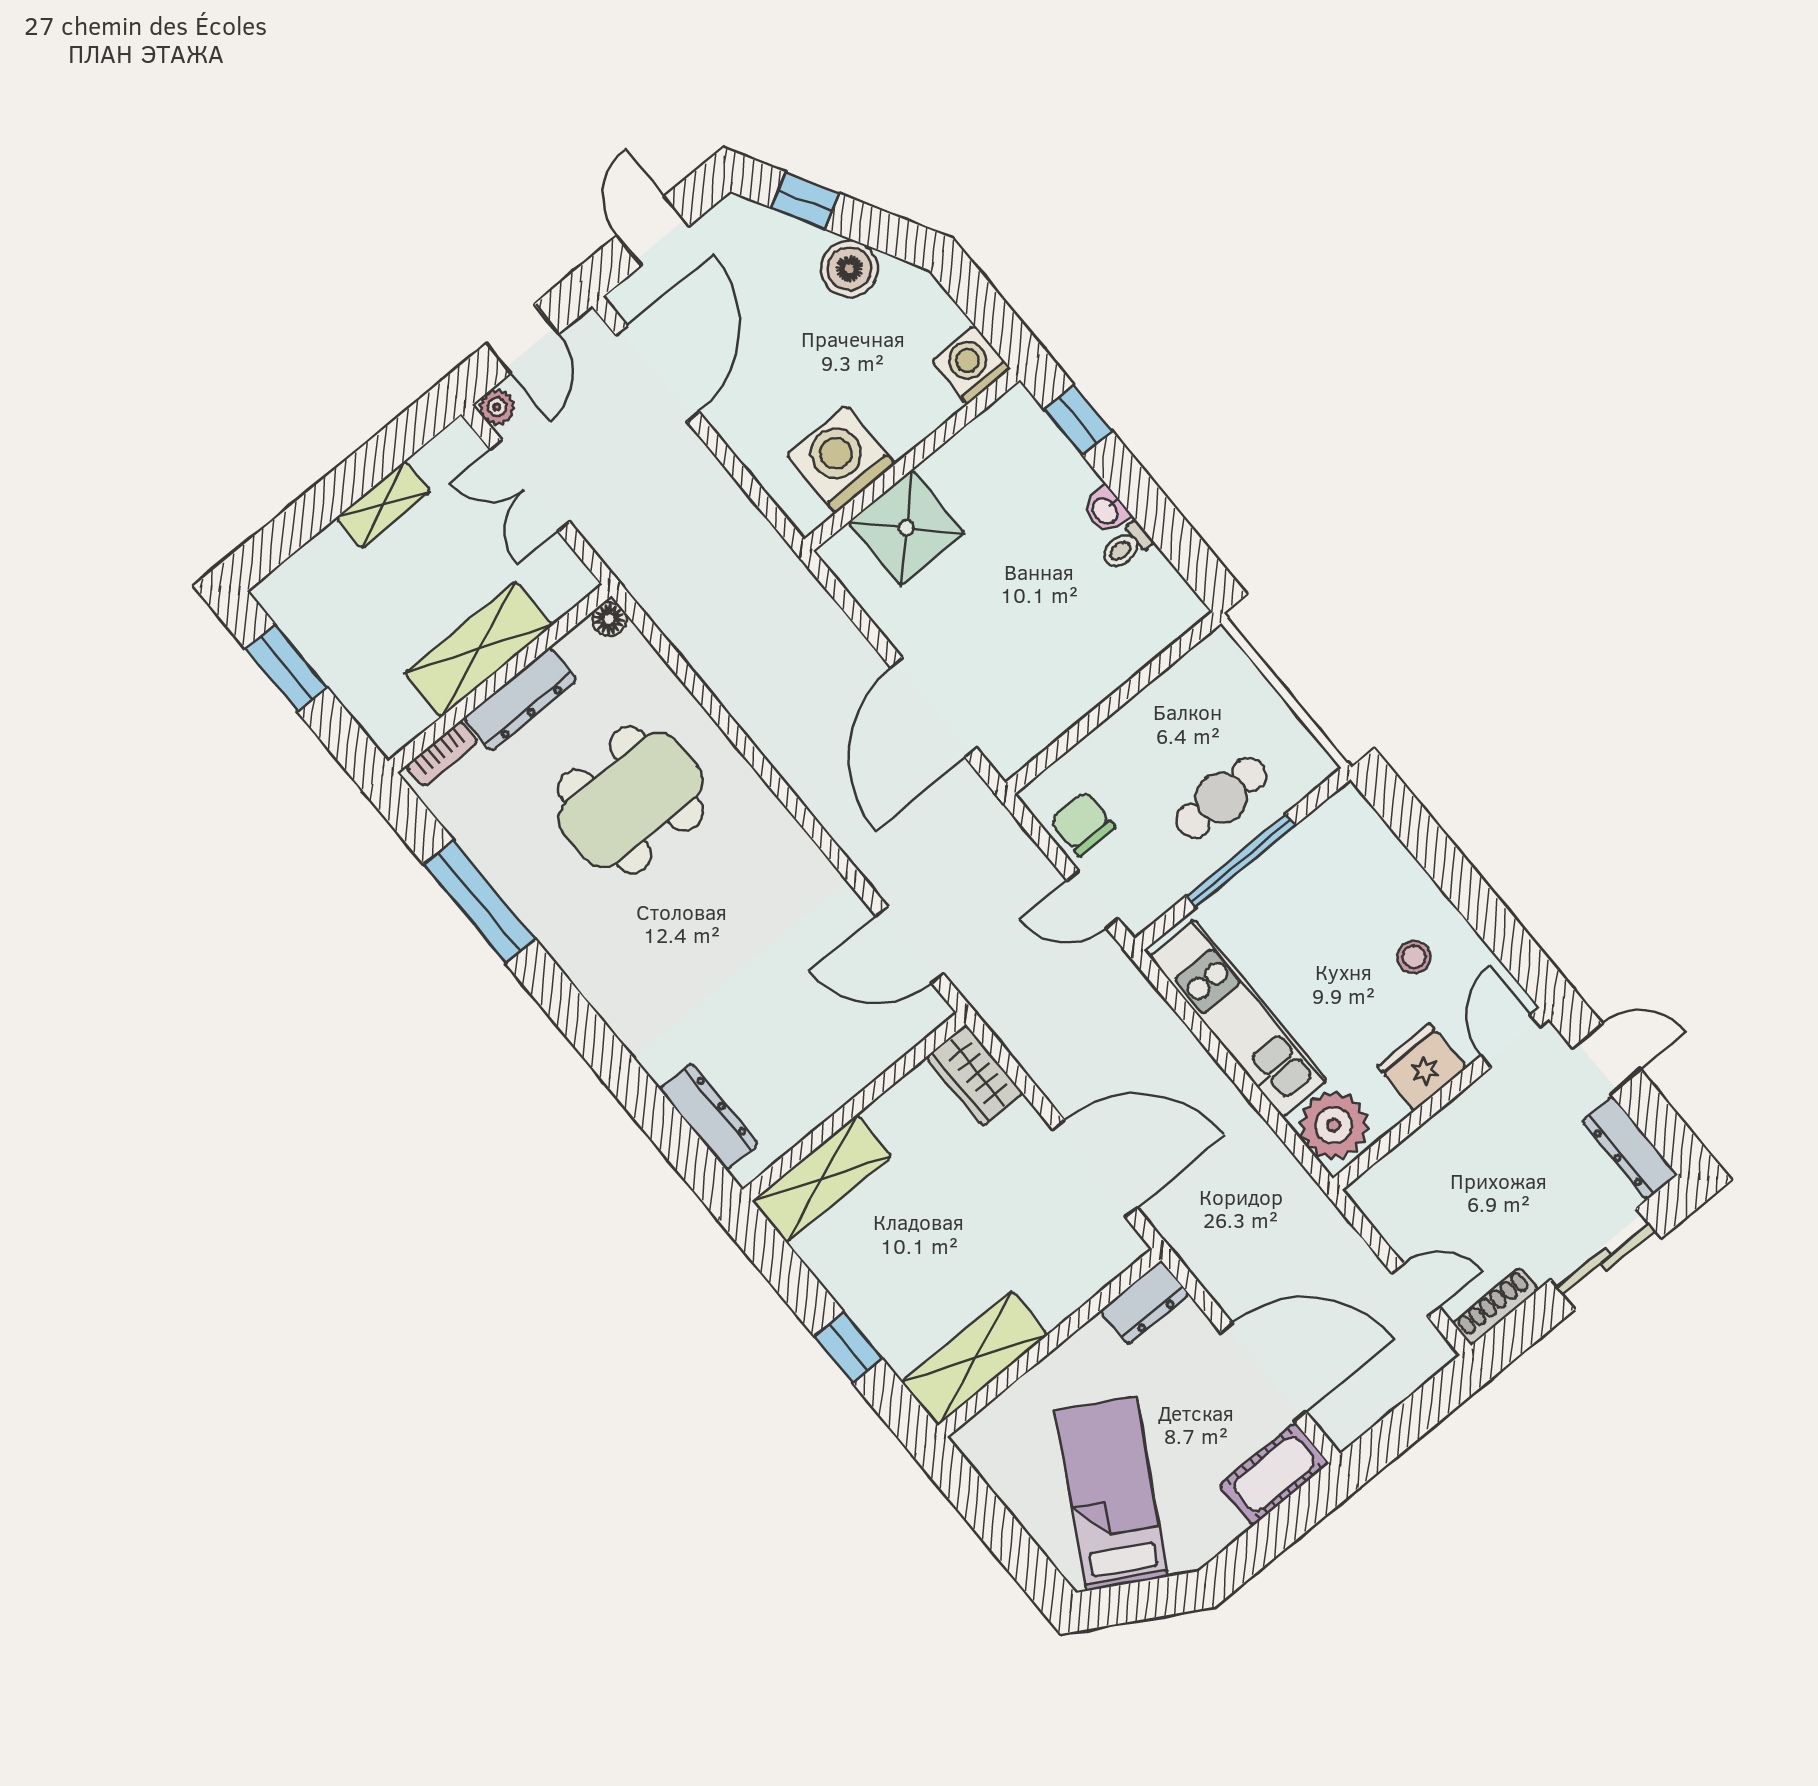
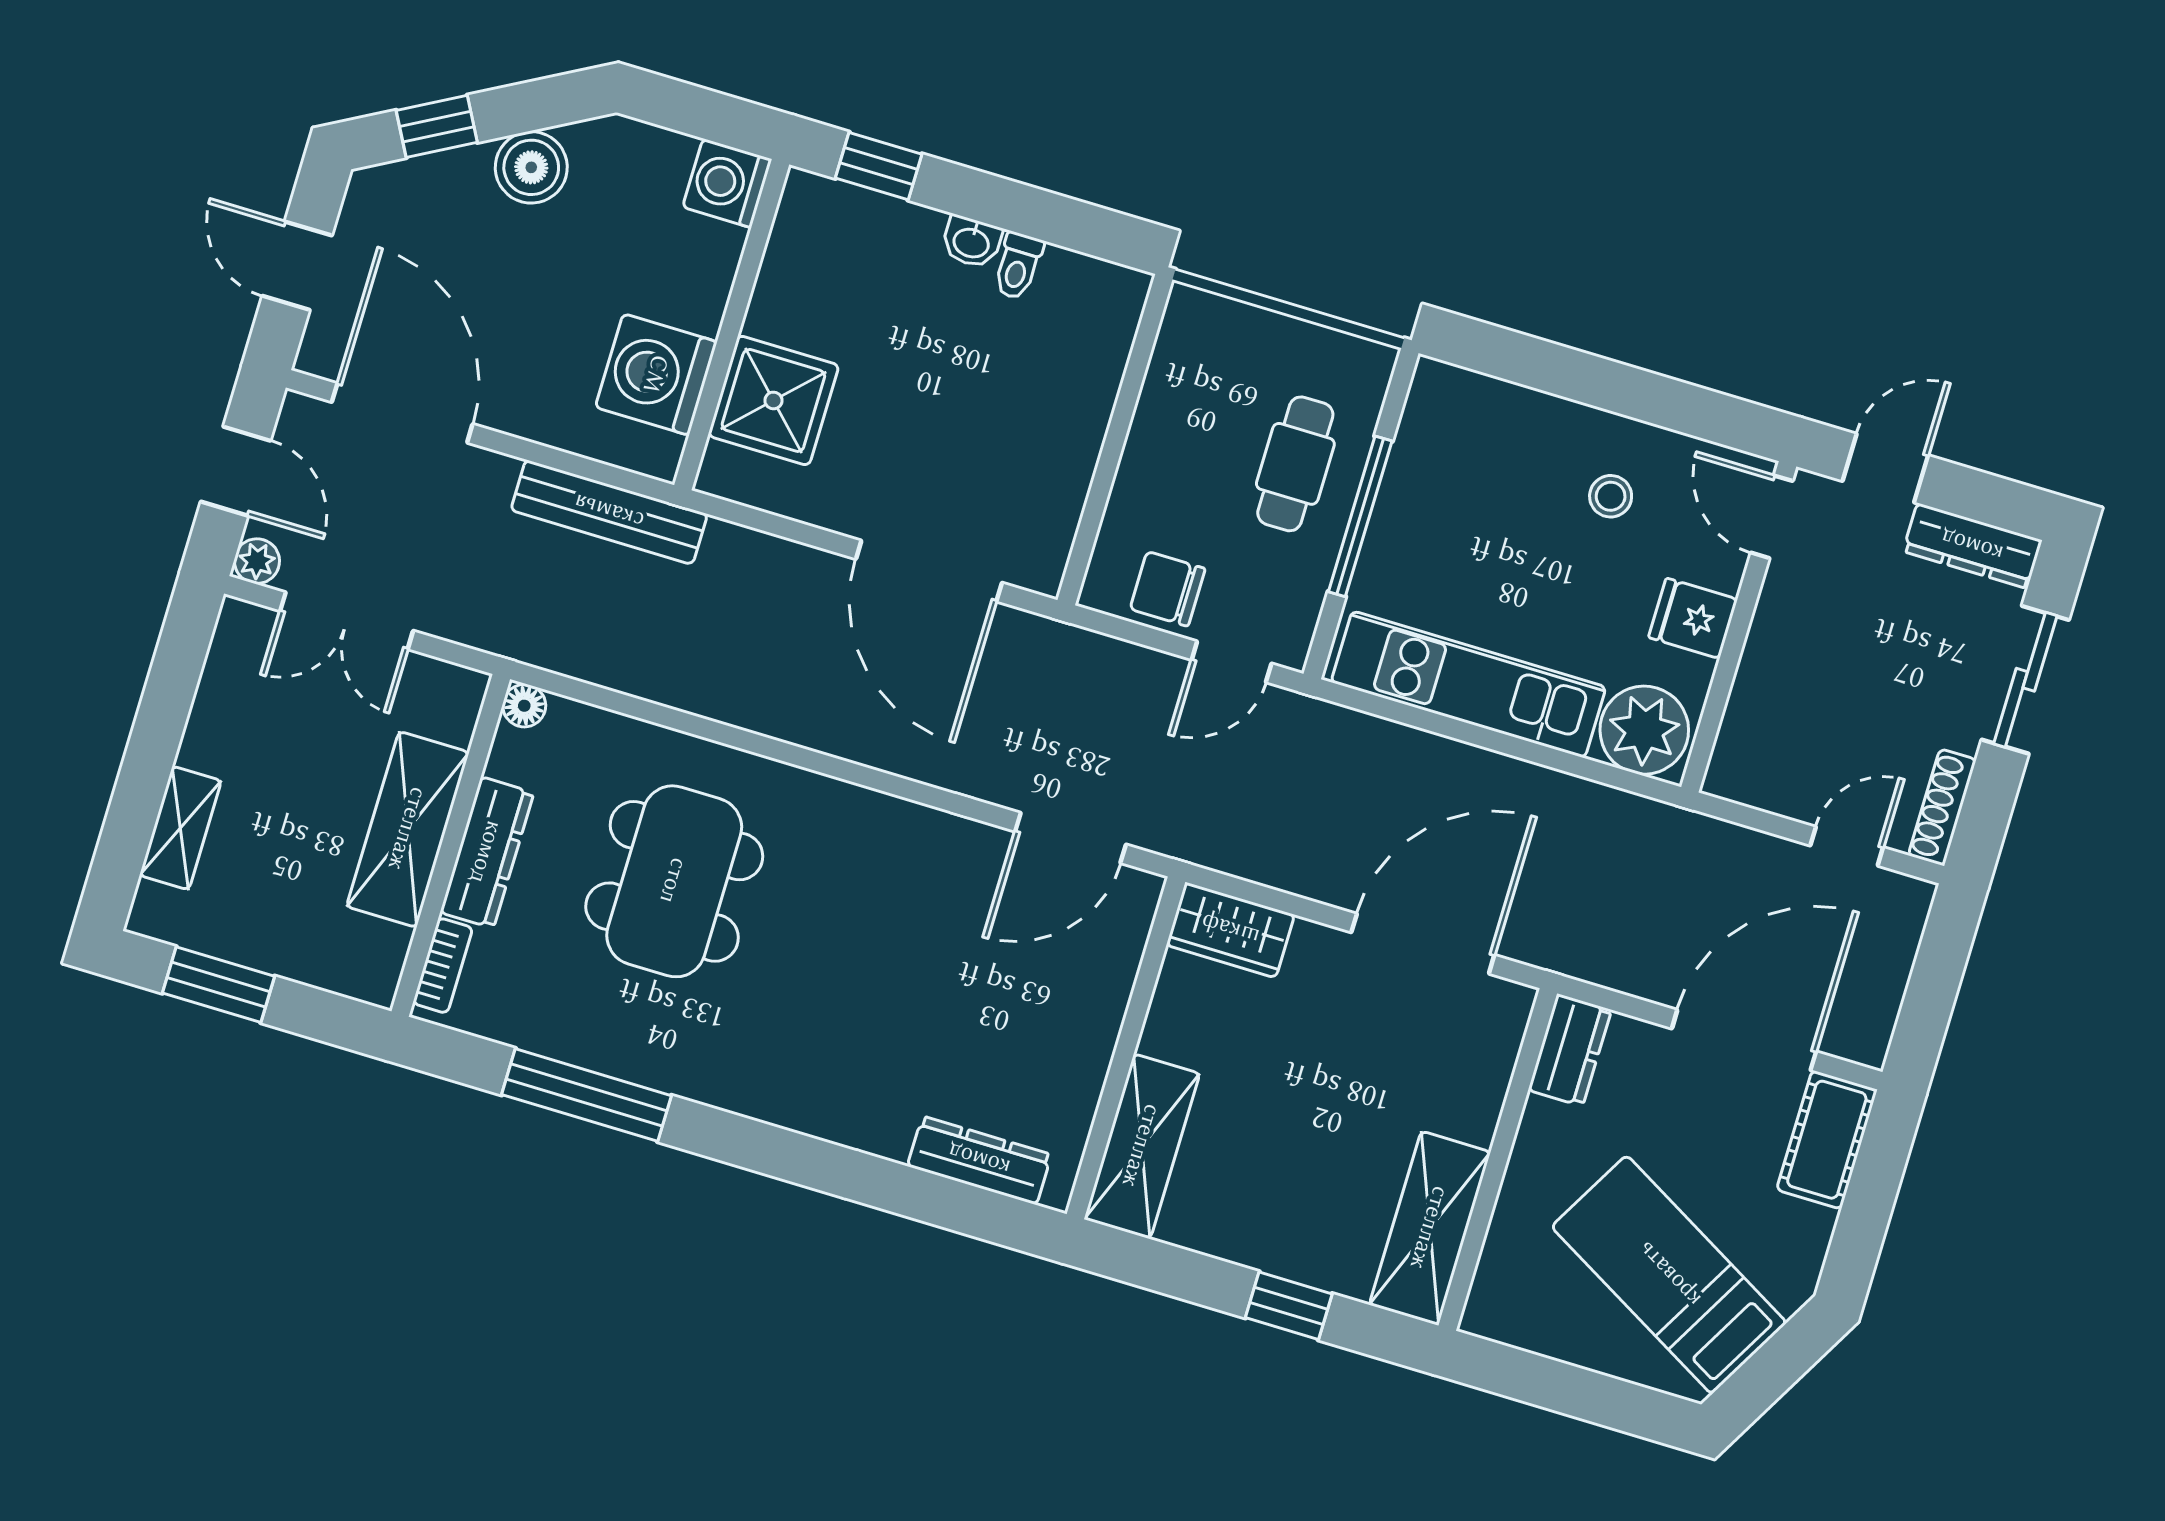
shelving: (383, 505) -> (180, 828), moved
bench: (750, 529) -> (609, 512), added
fridge: (1422, 1067) -> (1693, 618), width x0.72

